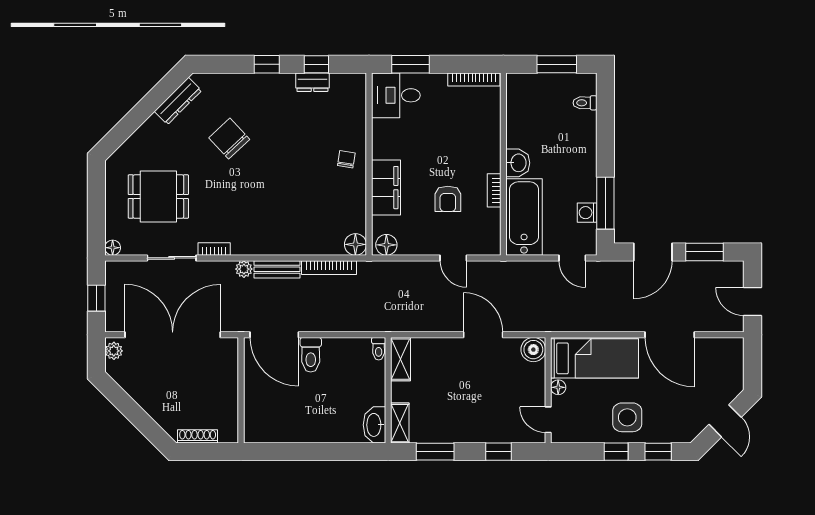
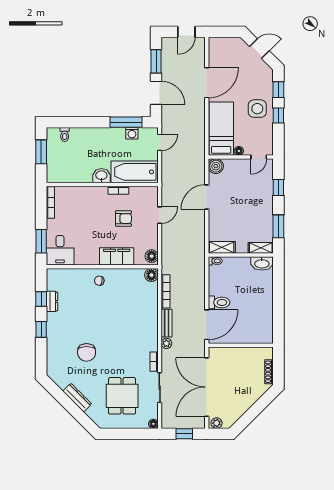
dresser: (178, 101) -> (77, 397), moved
chair: (229, 139) -> (87, 352), turned -47

